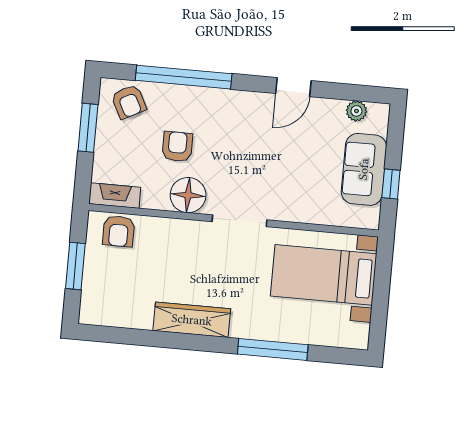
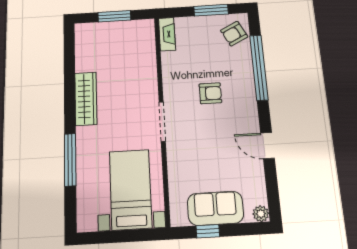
plant: (356, 111) -> (261, 214), moved
armchair: (177, 147) -> (210, 93), moved
floor lamp: (188, 195) -> (175, 83), removed
armchair: (119, 231) -> (142, 40), removed

